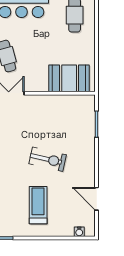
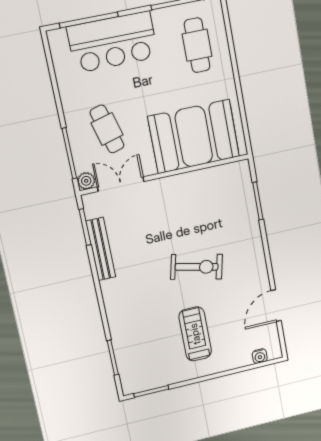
booth: (69, 78) -> (194, 136), width x1.36, depth x1.42
door: (97, 199) -> (276, 306), hinge flipped

